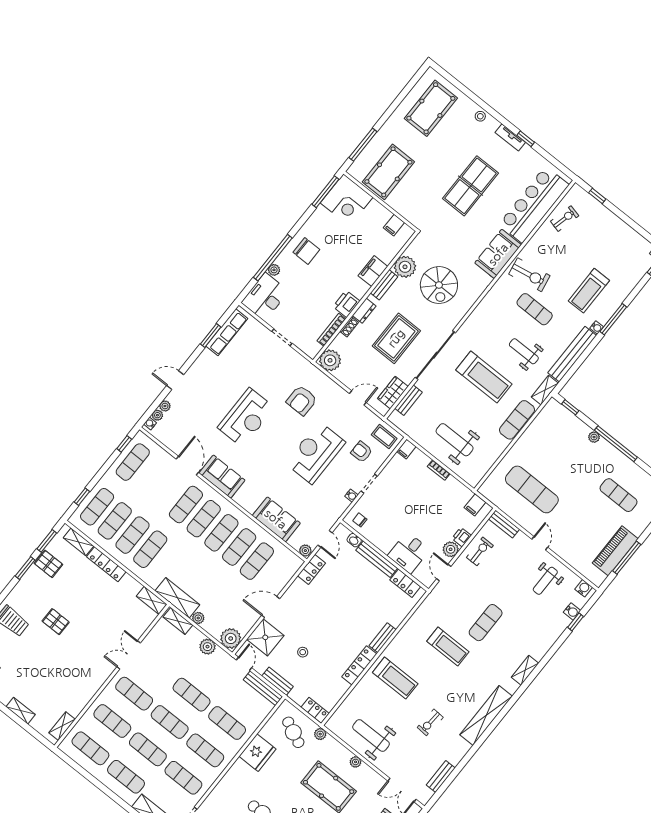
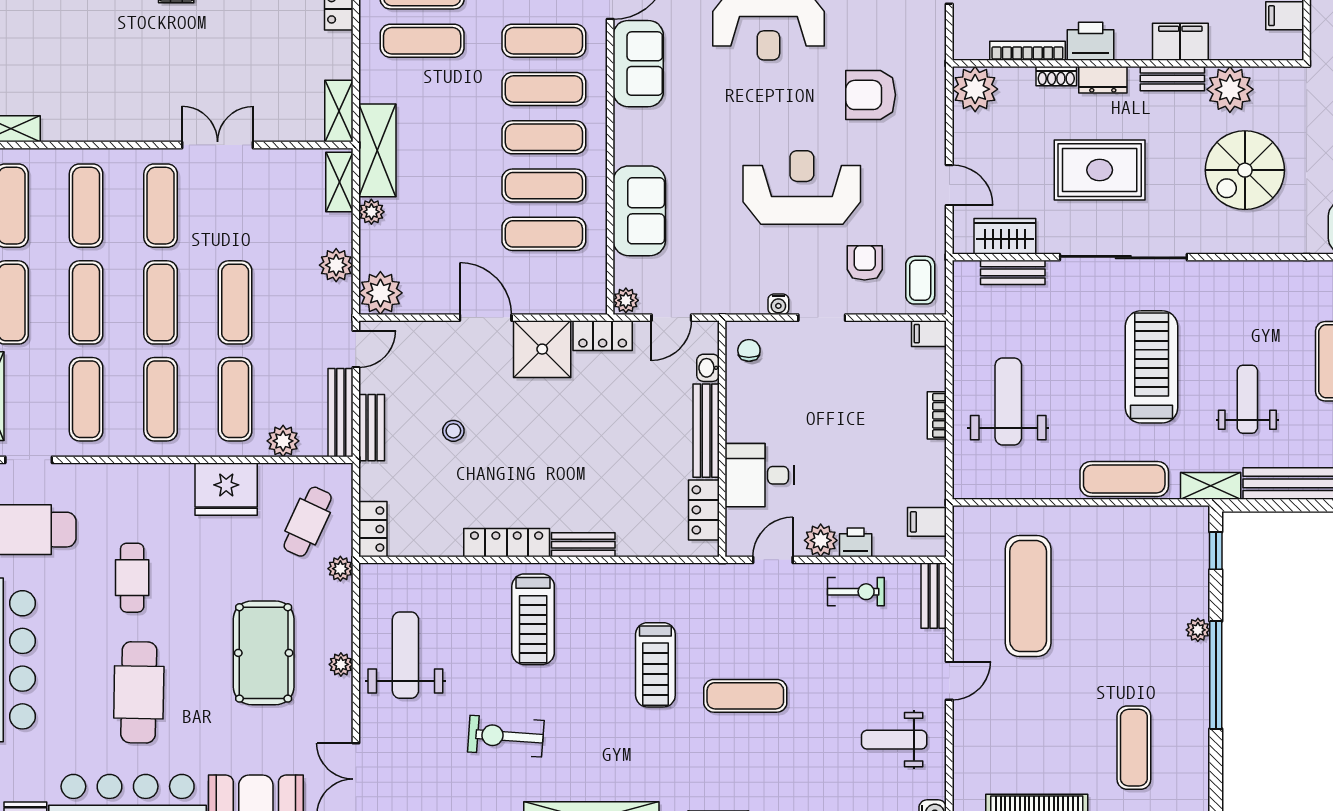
treadmill: (484, 377) -> (1152, 367), turned 180
shower: (265, 637) -> (542, 349), moved
plant: (256, 718) -> (283, 441), added
exercise bike: (430, 722) -> (506, 736), width x1.38, depth x1.39

